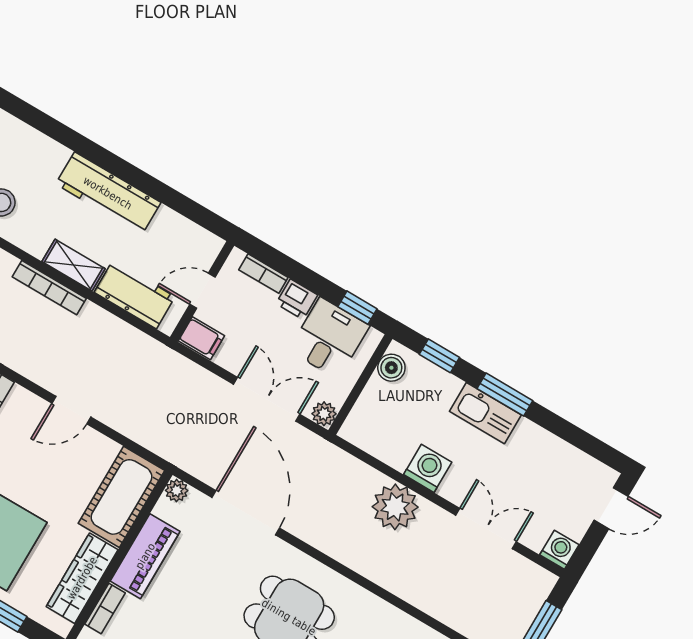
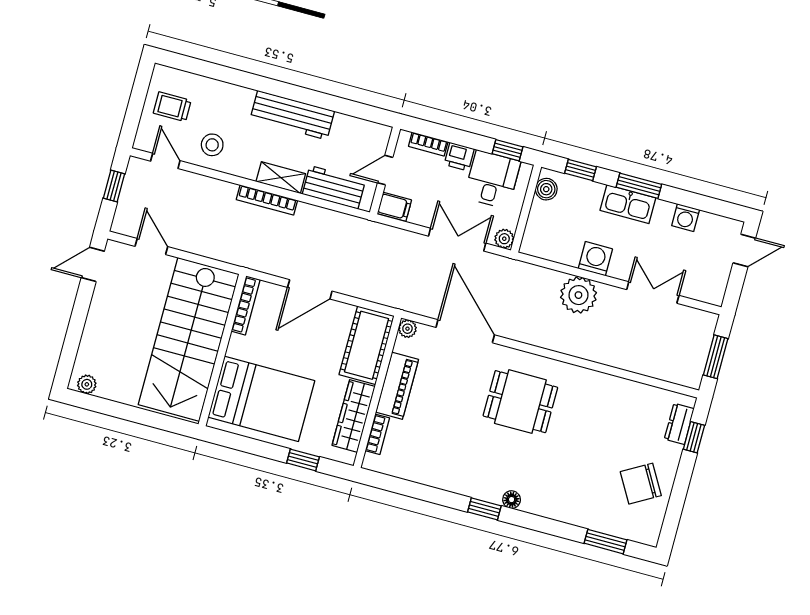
door: (71, 410) -> (310, 289), width x1.38
washing machine: (559, 550) -> (686, 218), moved, turned 180

